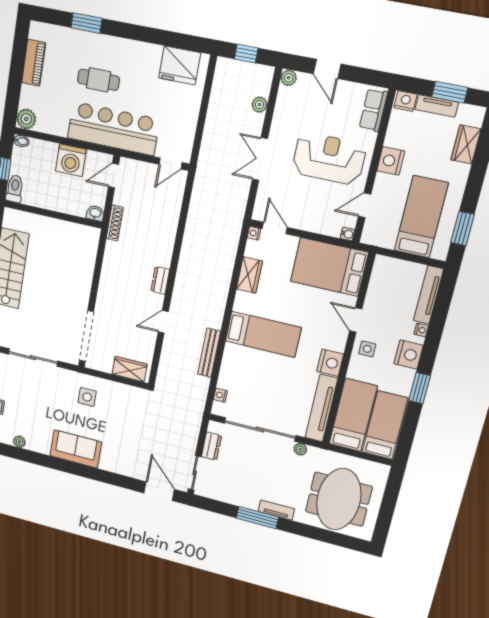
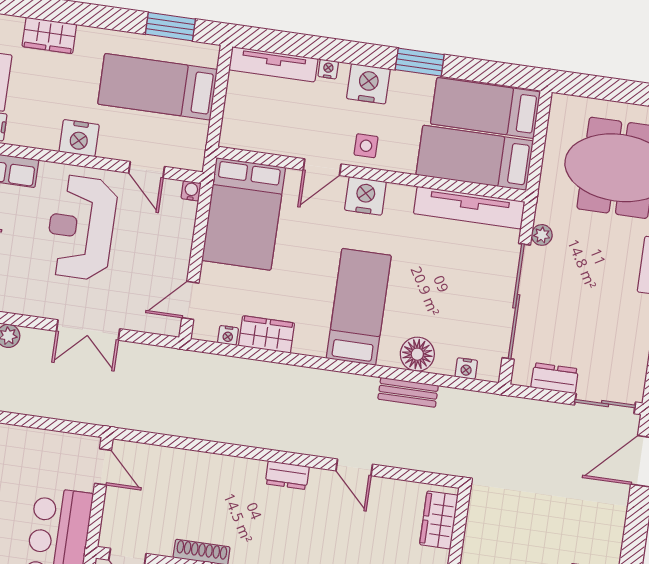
nightstand: (254, 233) -> (228, 335), moved
bench: (209, 353) -> (408, 392), width x0.73
nightstand: (330, 363) -> (365, 196), moved
floor lamp: (231, 367) -> (417, 354), added

